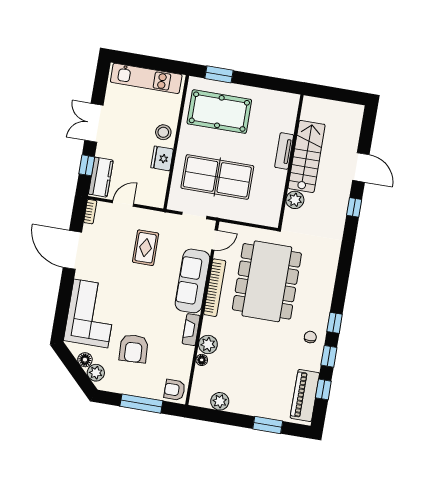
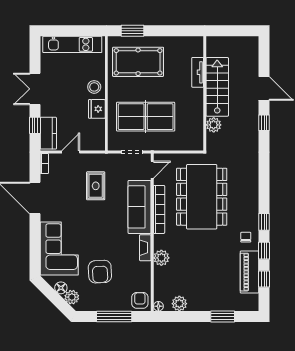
tv unit: (284, 151) -> (198, 72), moved
floor lamp: (202, 360) -> (158, 306), moved
armchair: (174, 390) -> (140, 300), turned 90
piano: (305, 395) -> (250, 272), moved

